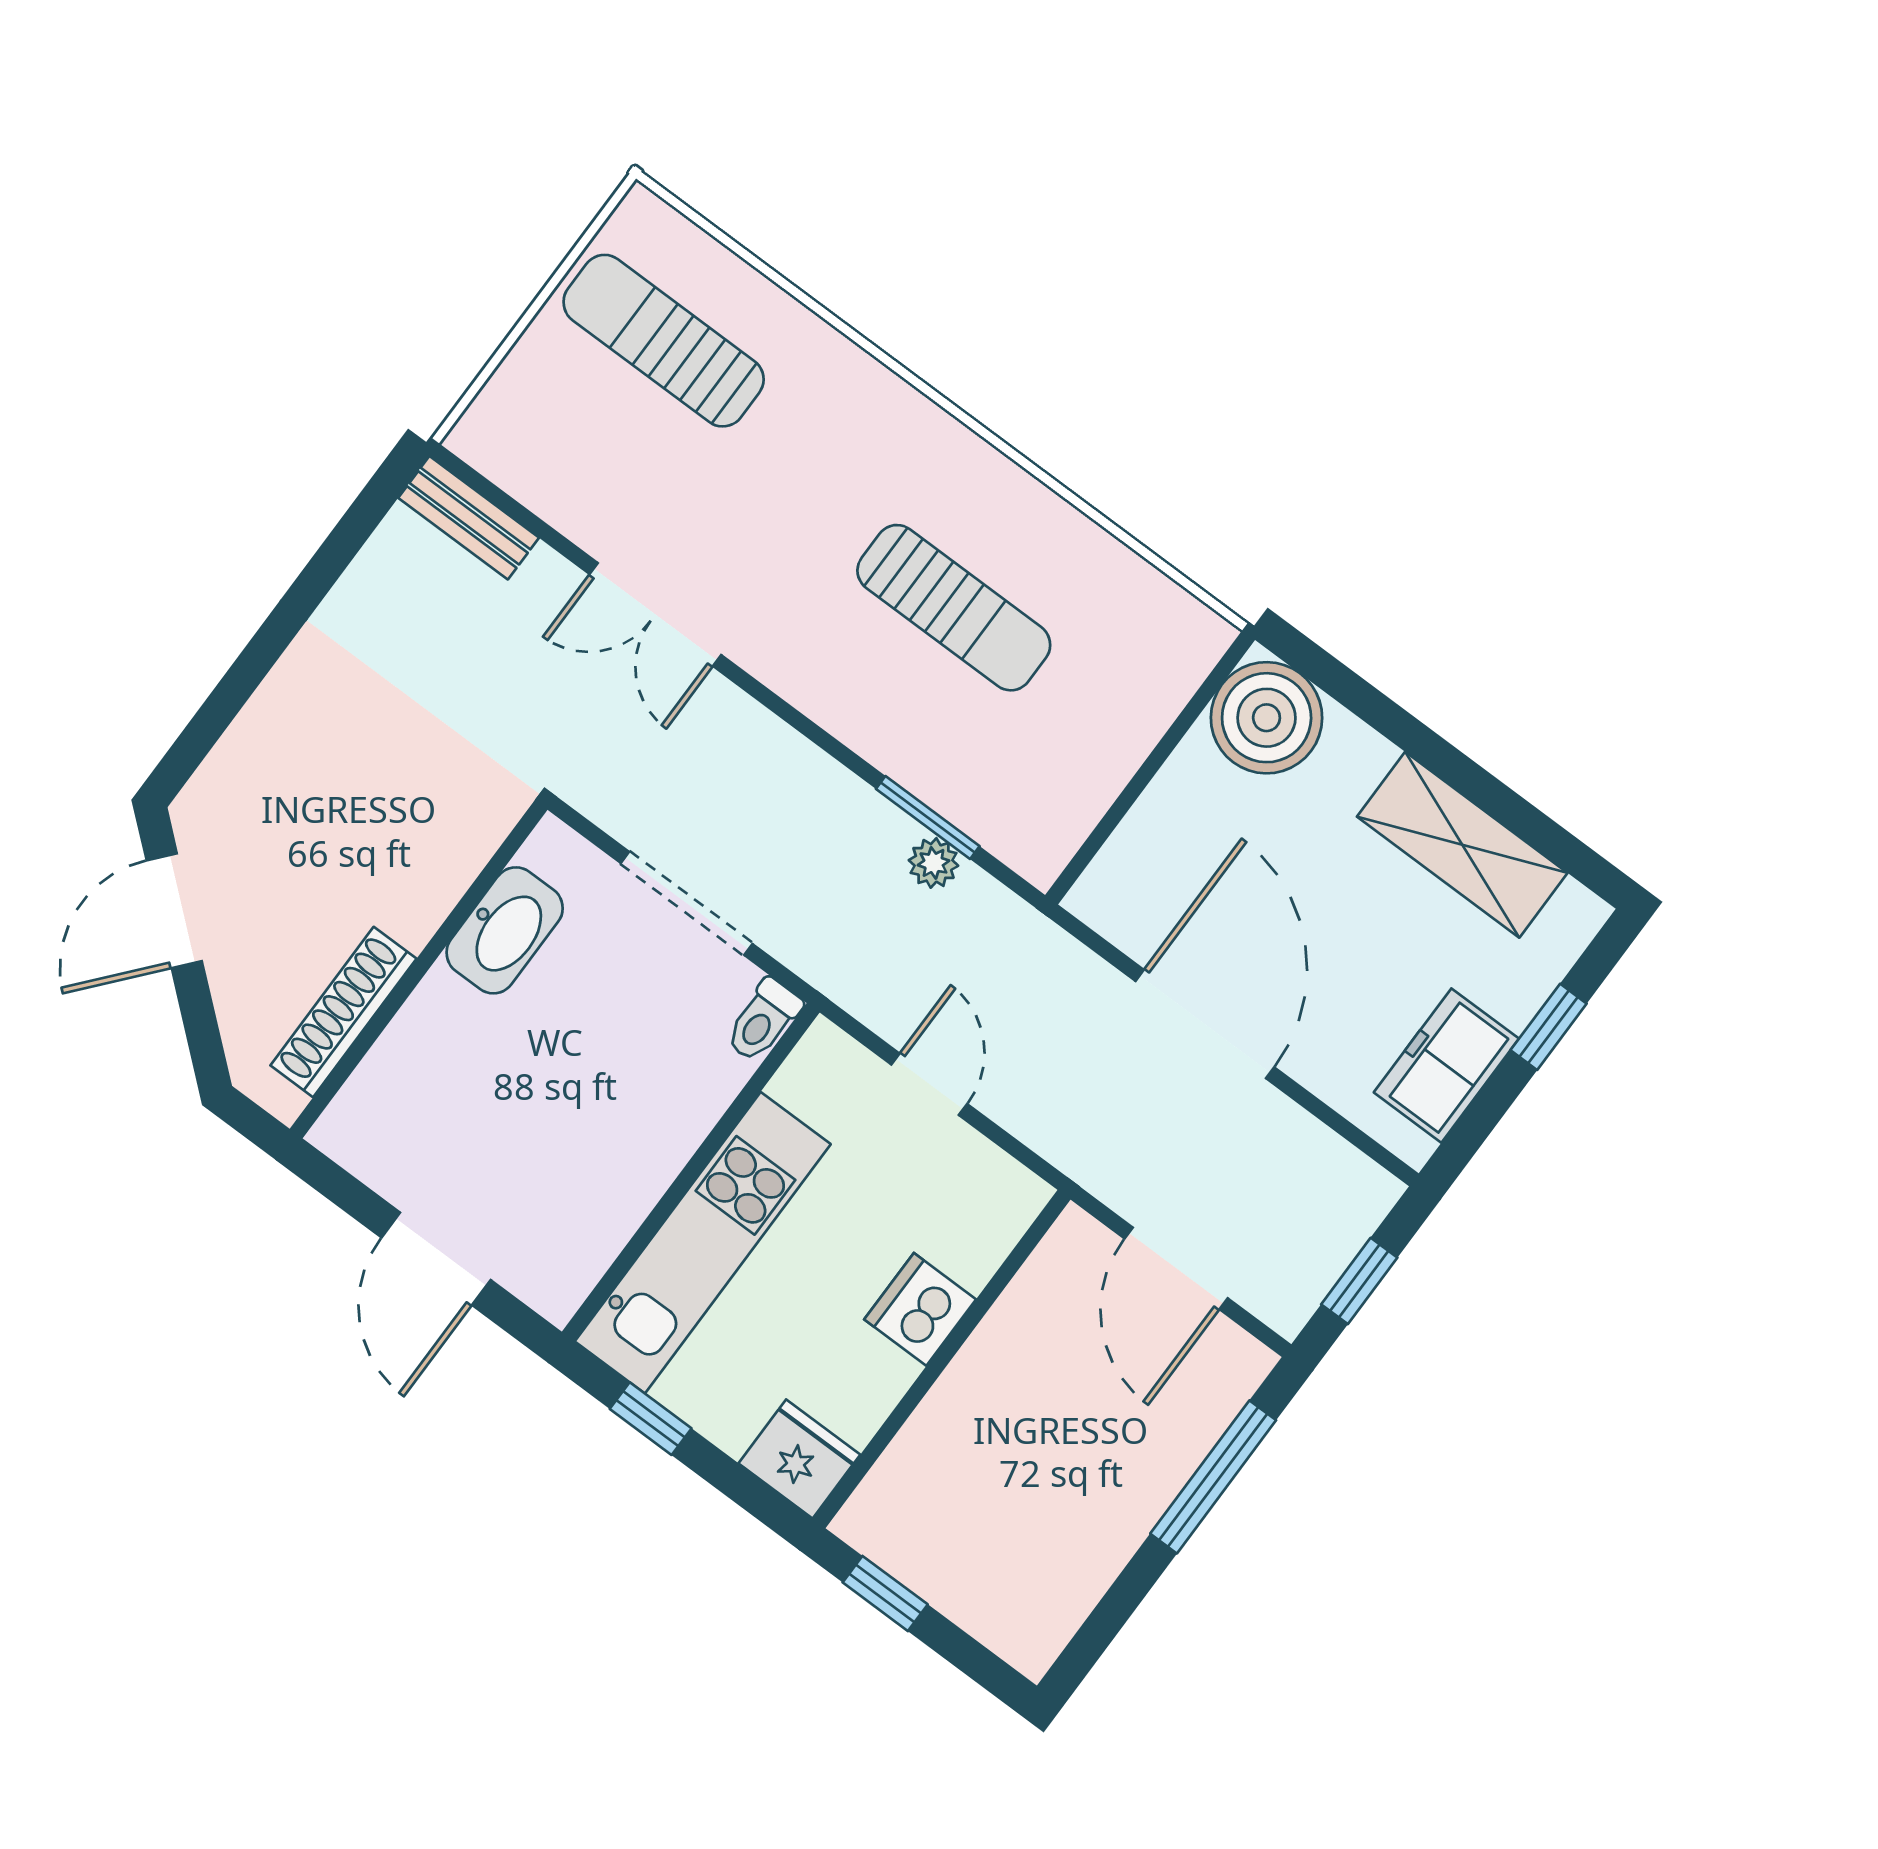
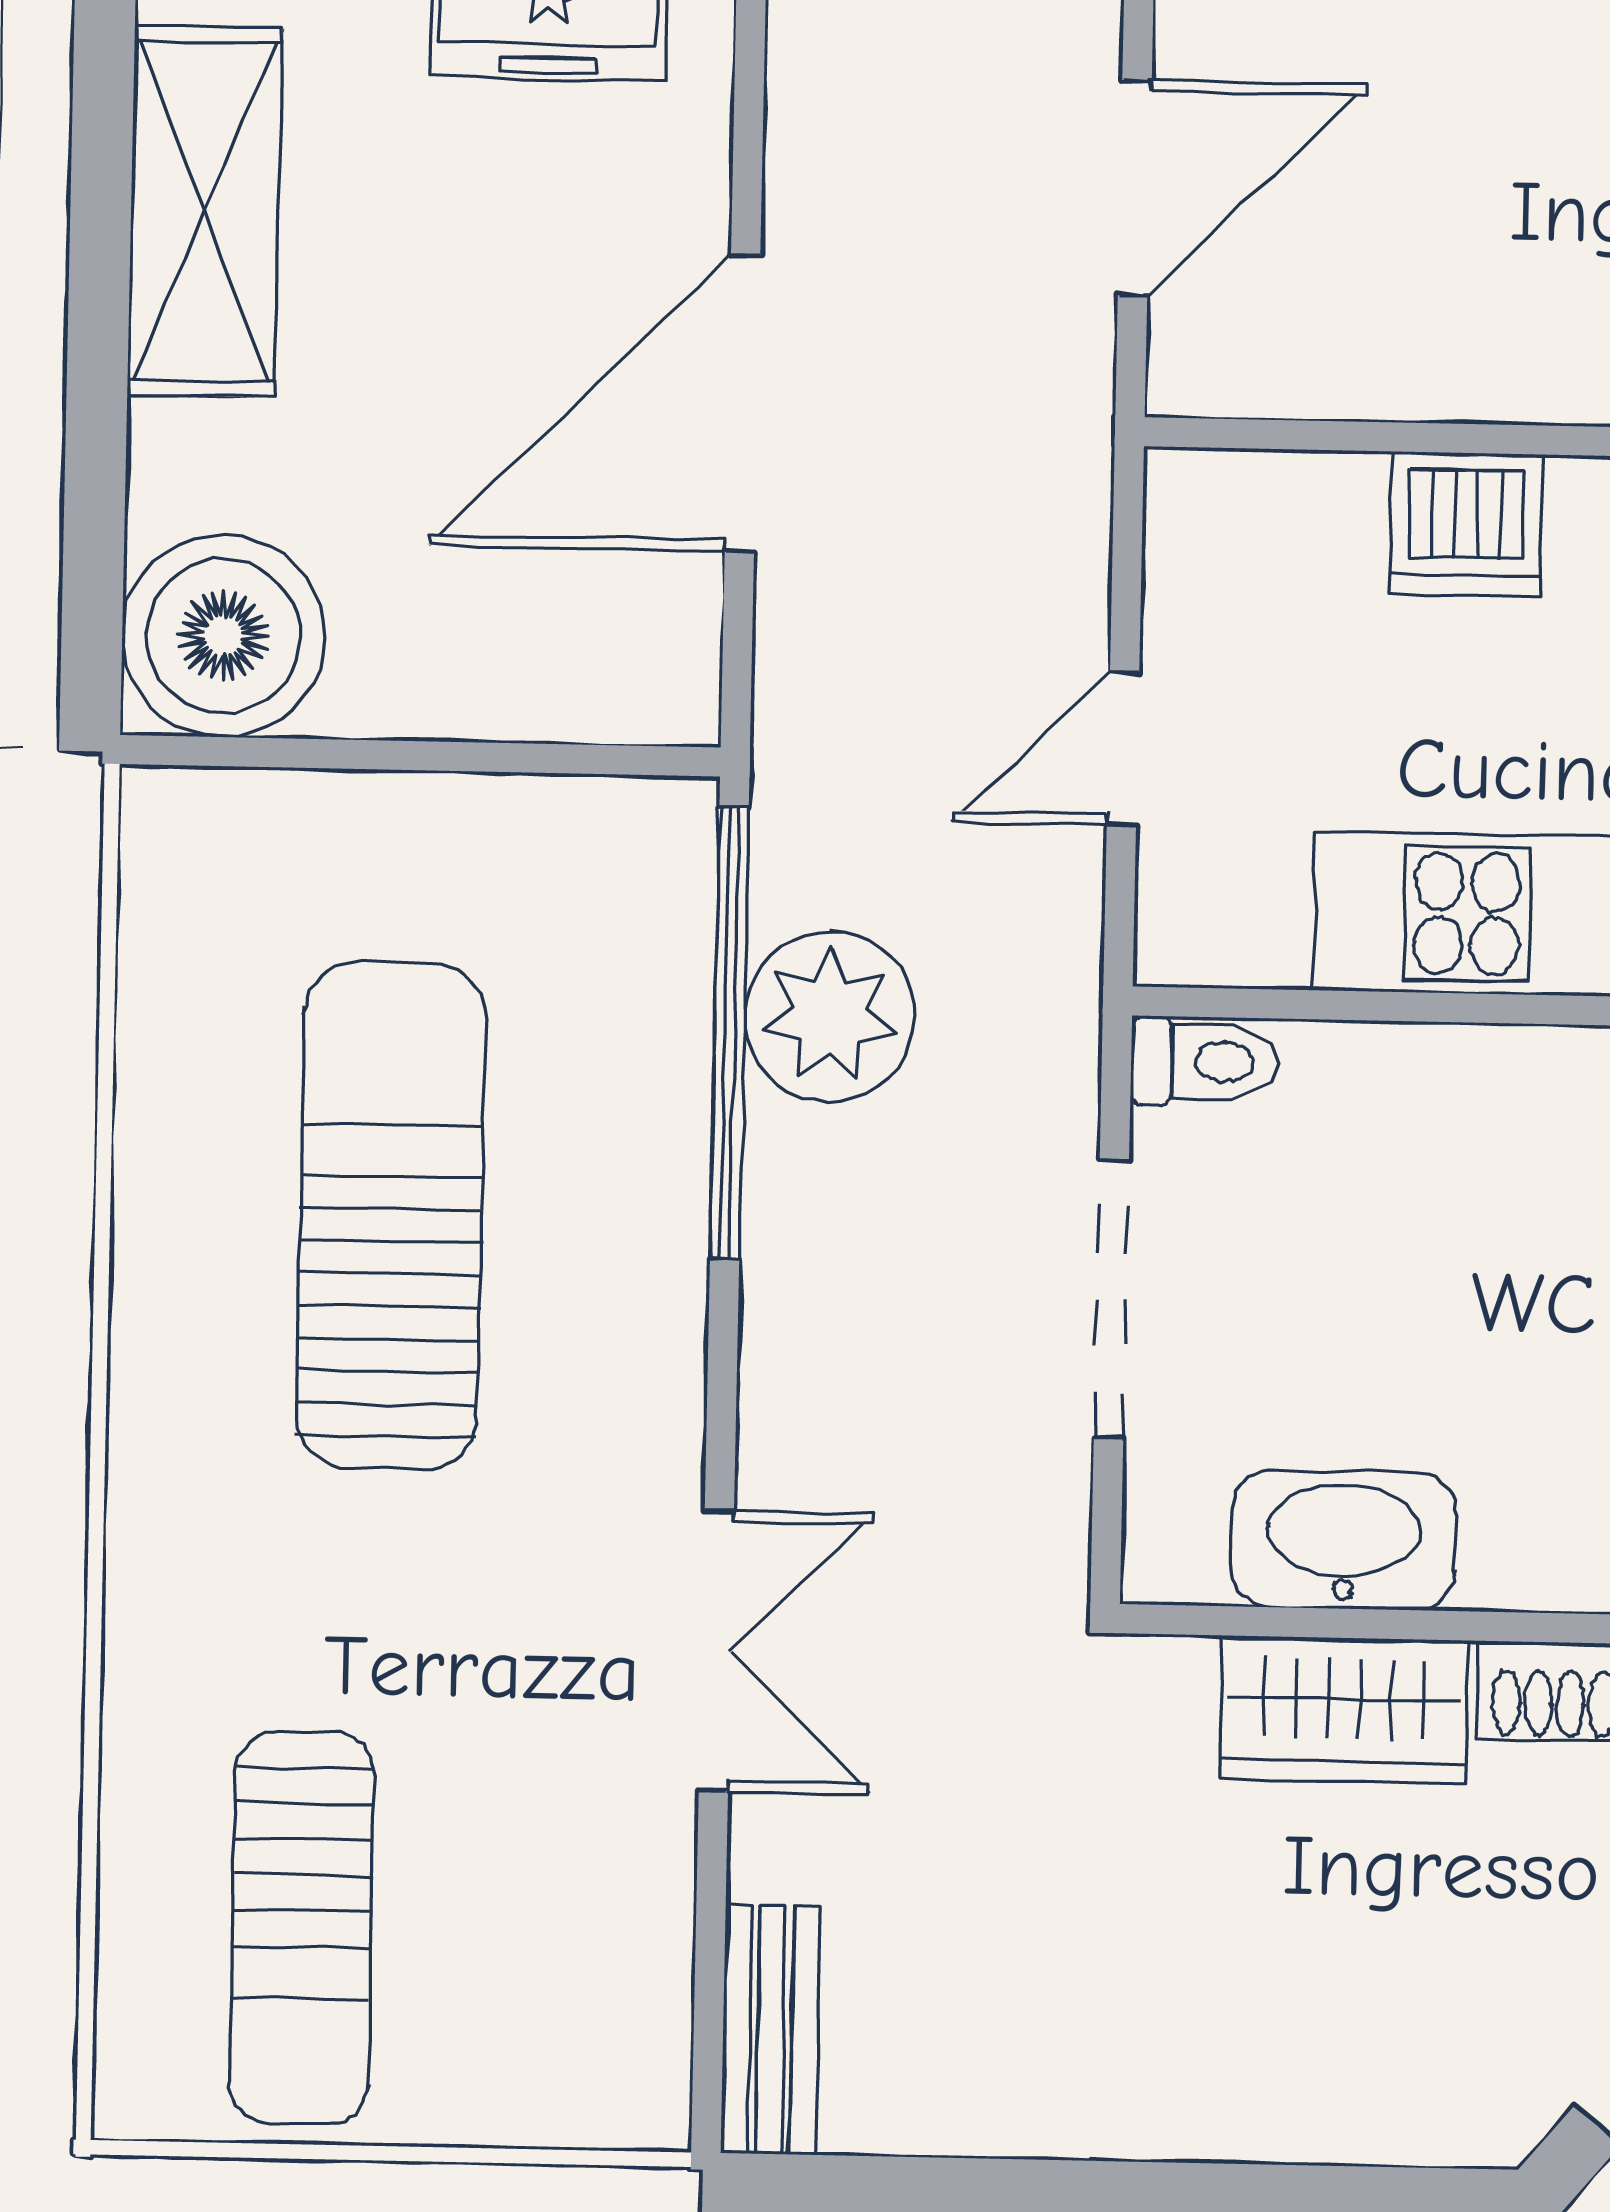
sun lounger: (954, 608) -> (391, 1215), width x1.36, depth x1.34
window: (928, 817) -> (729, 1032), width x2.11
plant: (934, 863) -> (829, 1016), width x1.87, depth x1.87
wardrobe: (429, 876) -> (1344, 1710), added

